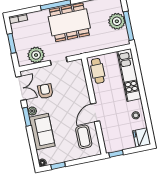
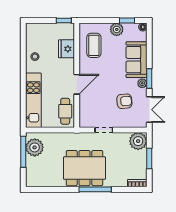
plant: (117, 21) -> (35, 147), moved
plant: (36, 55) -> (138, 141), moved
double door: (21, 88) -> (149, 110), swing flipped
armchair: (45, 91) -> (124, 101), turned -95
door: (95, 113) -> (77, 84), moved
fridge: (142, 138) -> (67, 49), moved, turned 180
plant: (66, 156) -> (117, 29), added

